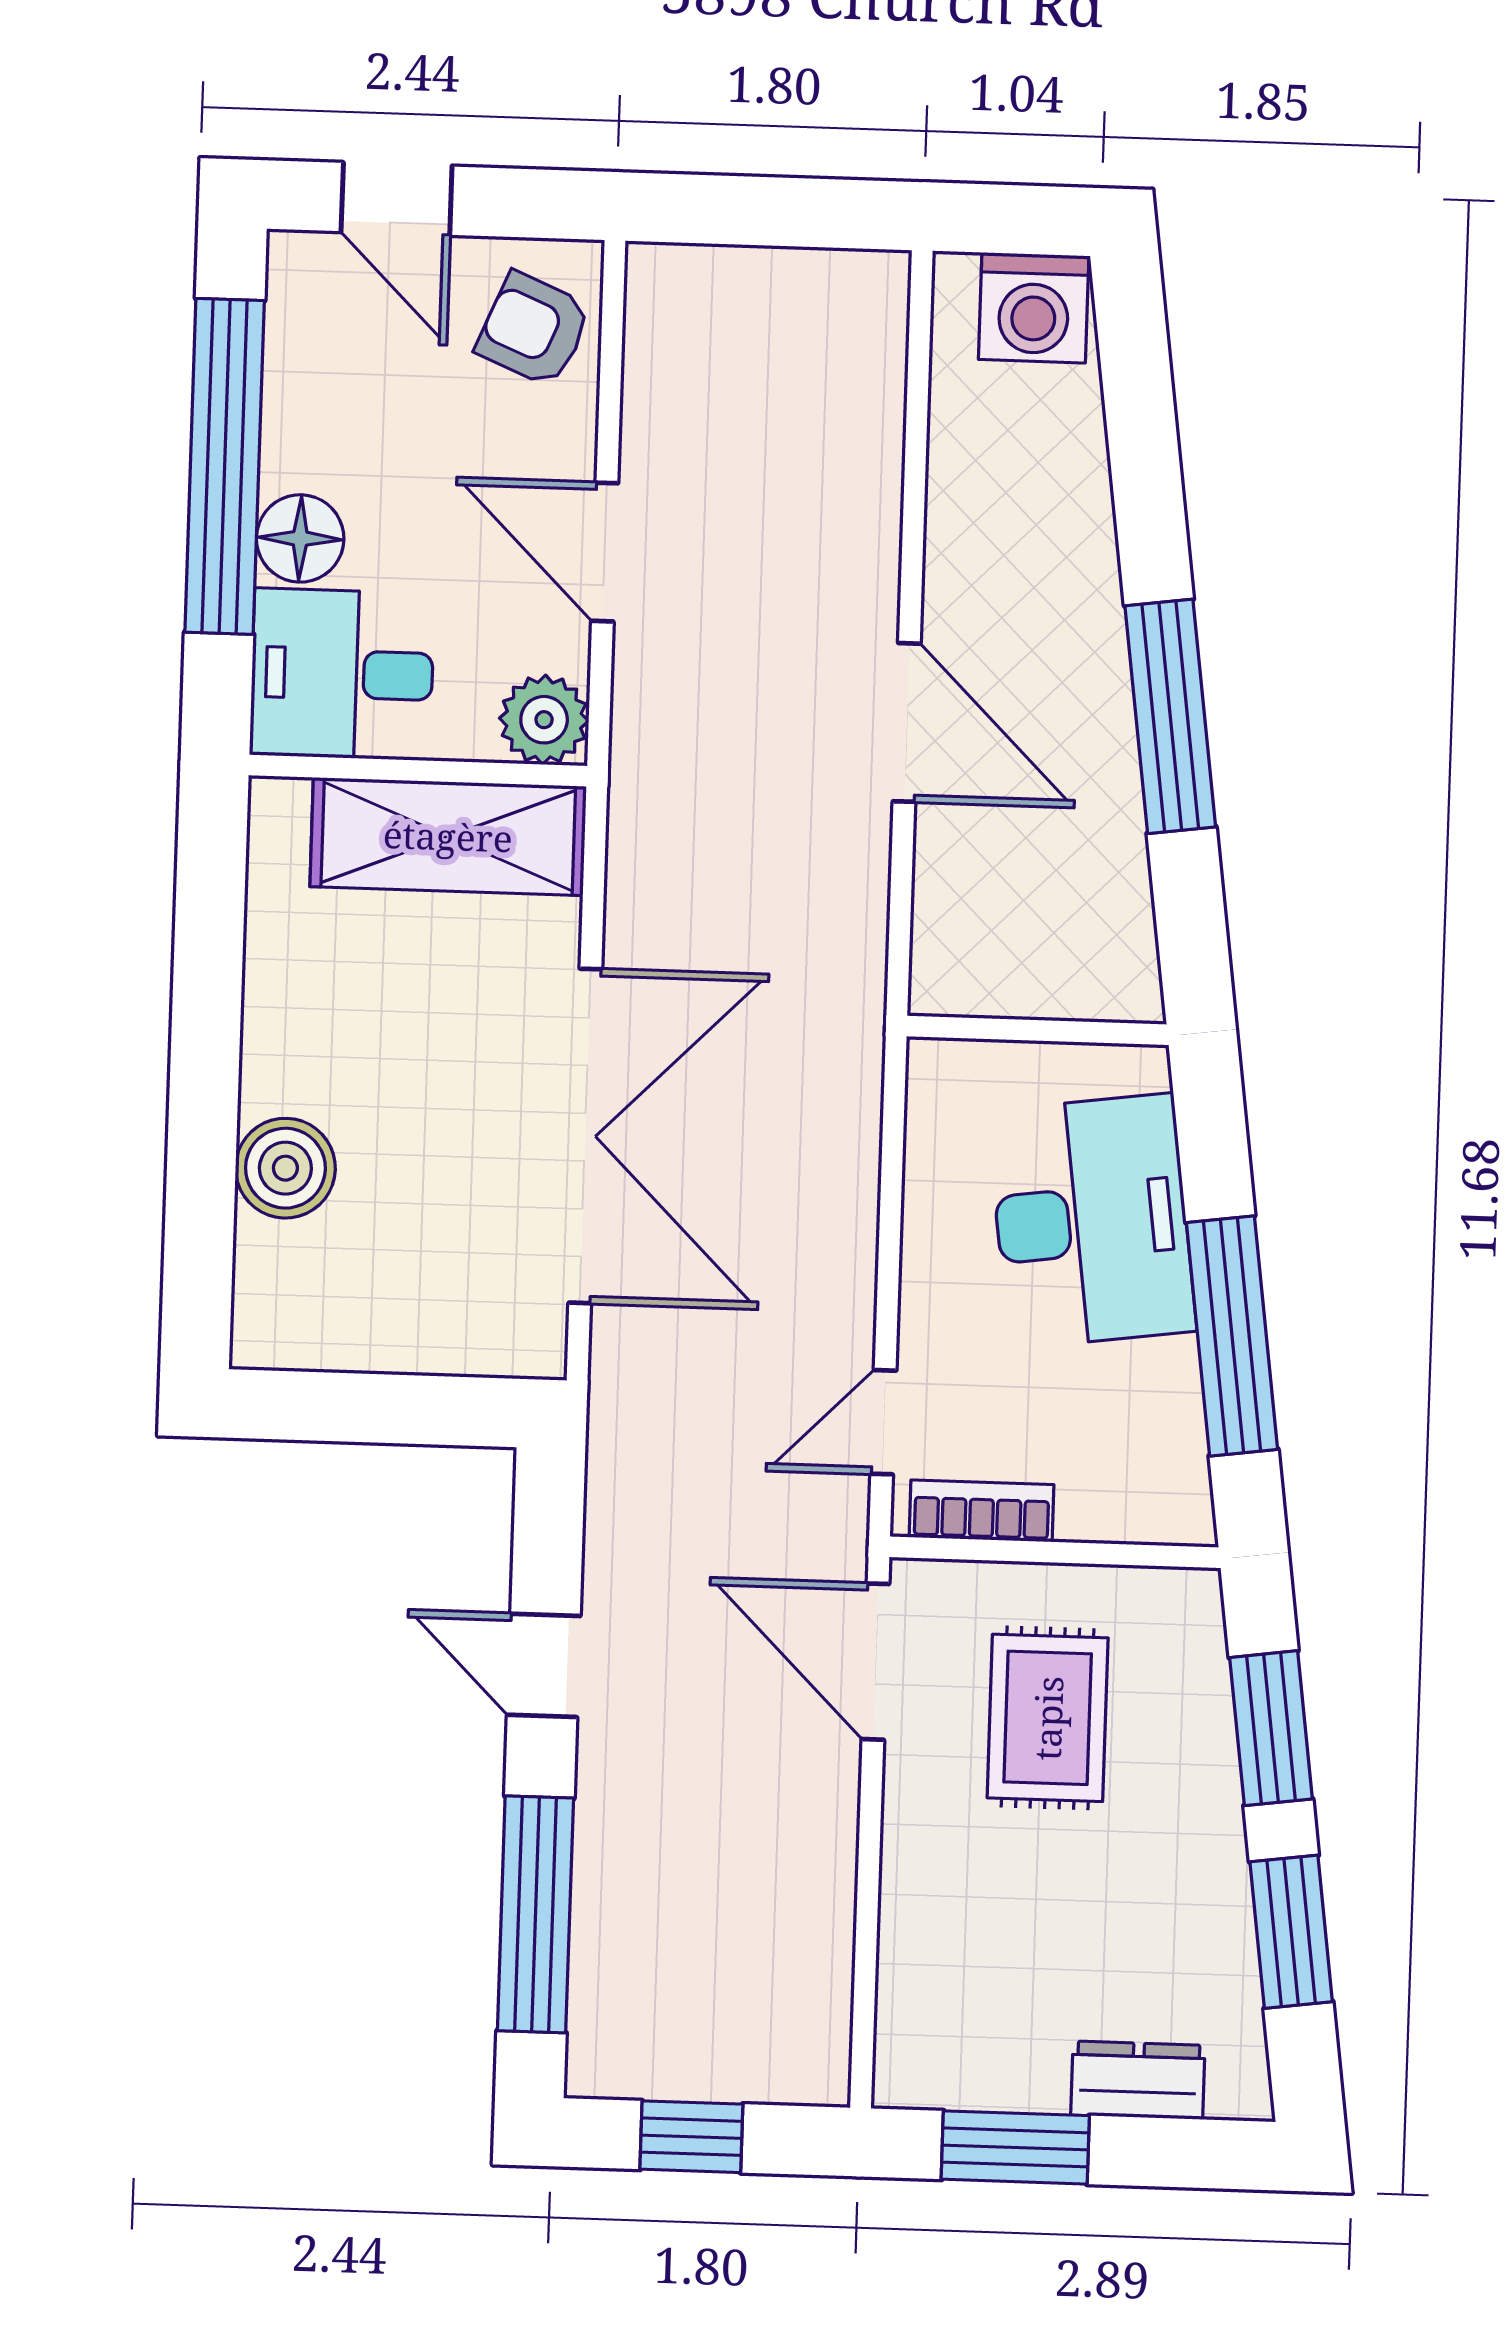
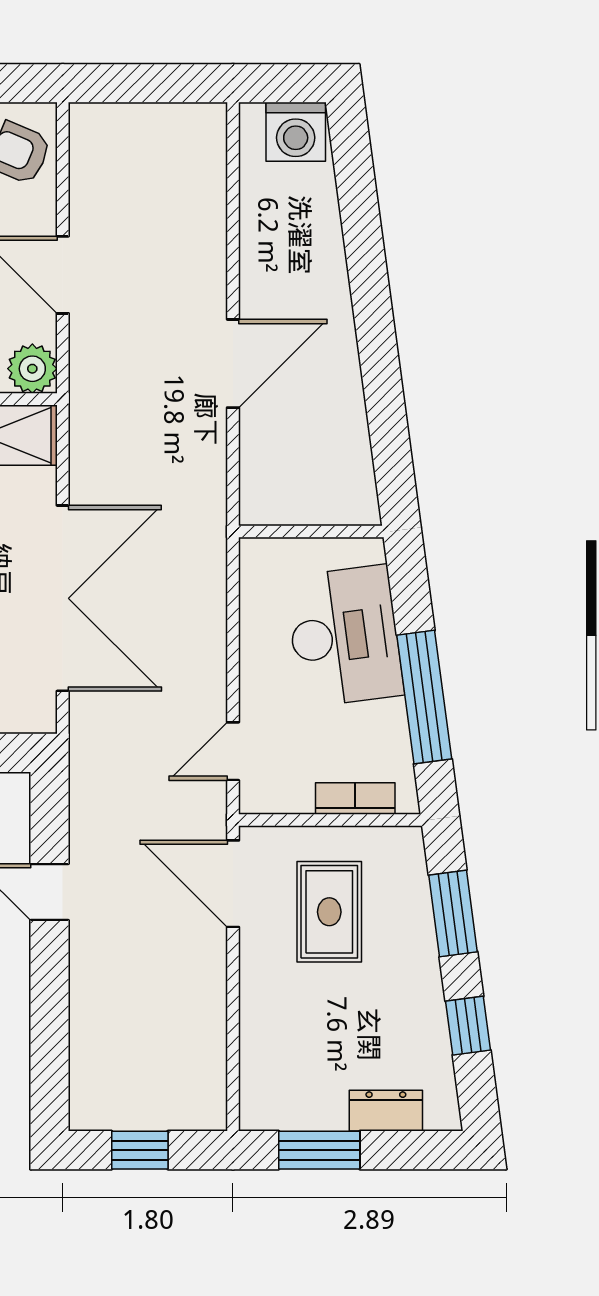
window: (1170, 716) -> (379, 355), removed
door: (907, 722) -> (233, 364), hinge flipped
bookcase: (982, 1511) -> (355, 799), moved
window: (535, 1914) -> (49, 1030), removed
window: (1291, 1932) -> (468, 1026), width x0.67

